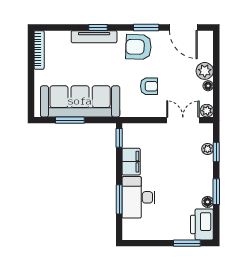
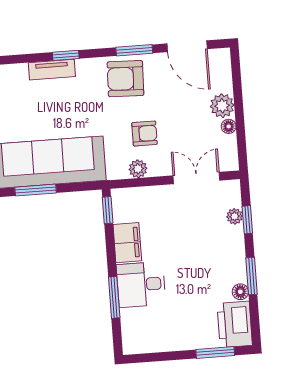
tv unit: (94, 37) -> (52, 70), width x0.71
plant: (207, 111) -> (138, 169), moved
desk: (139, 197) -> (141, 285), width x0.73

